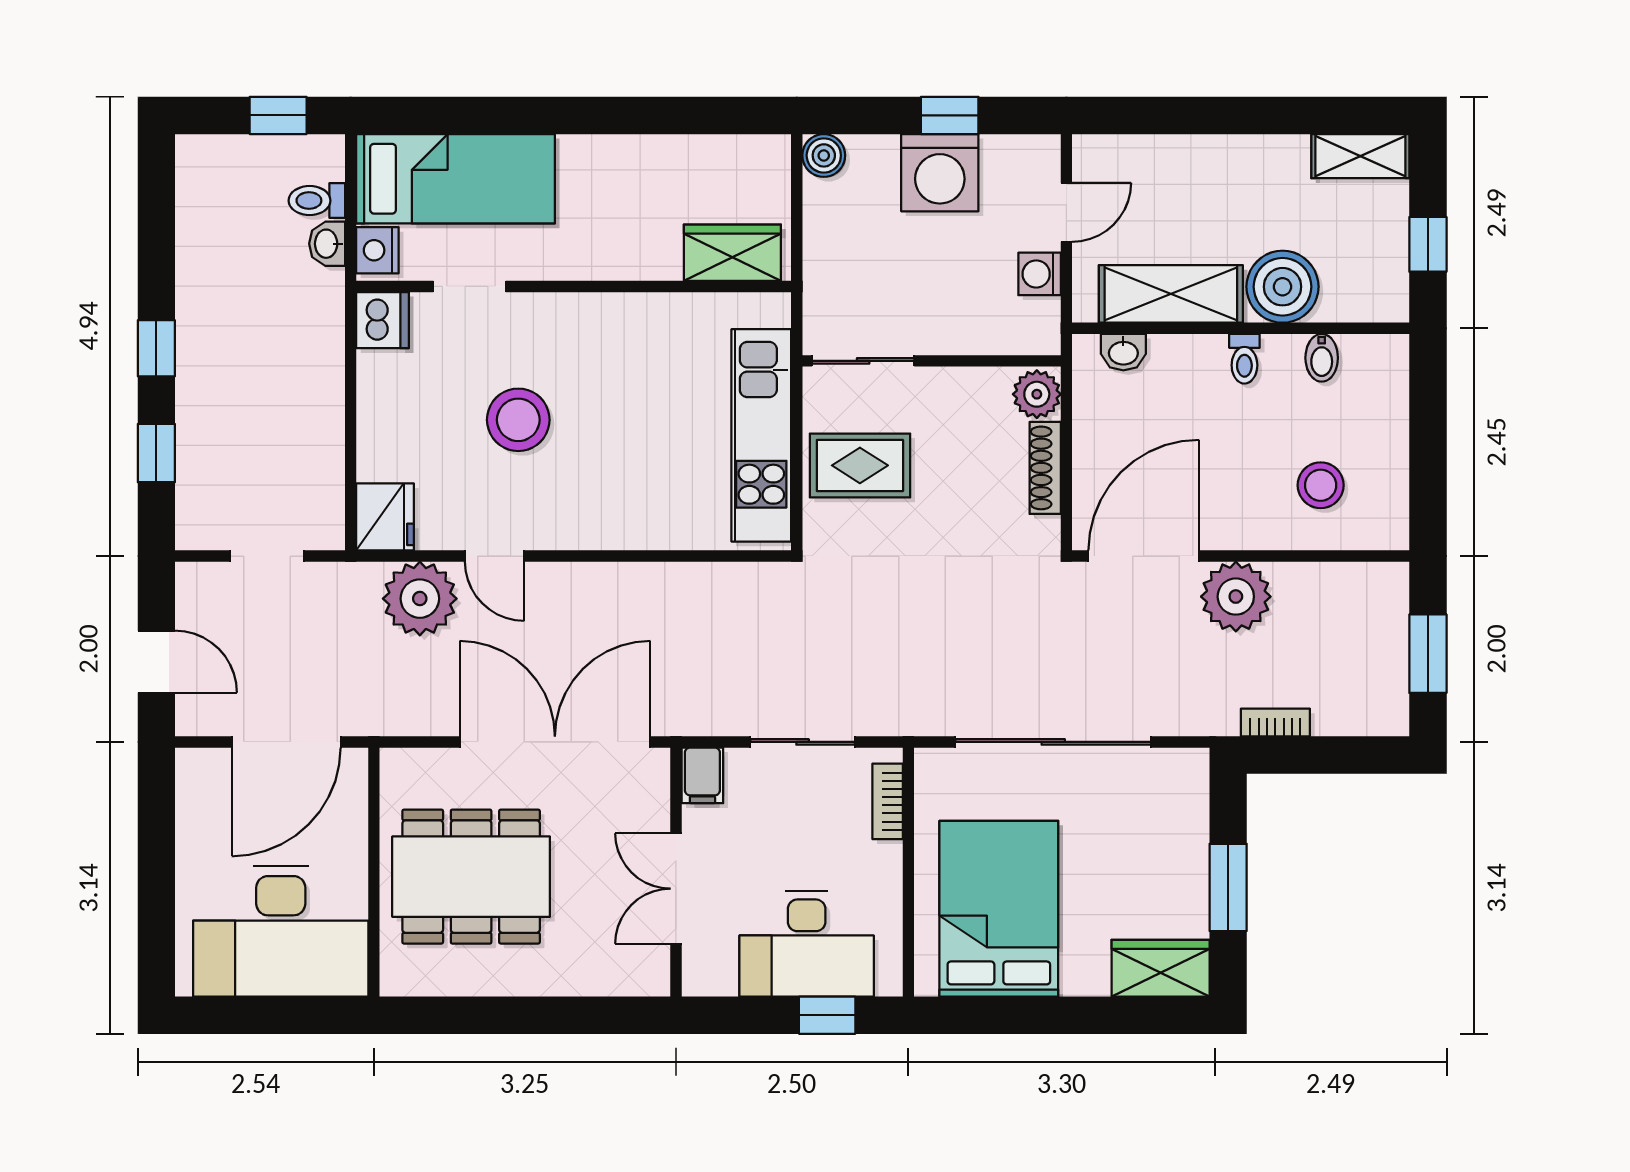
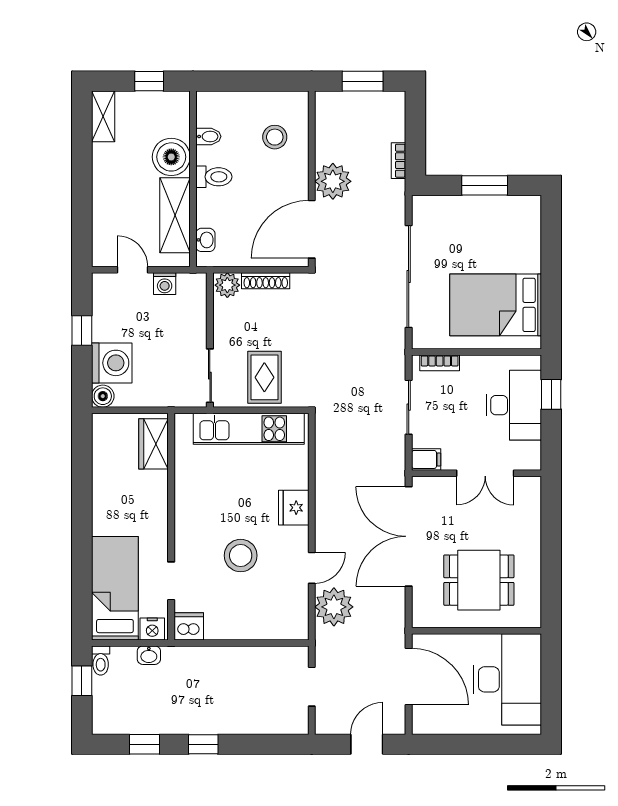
washing machine: (940, 173) -> (112, 363), moved
toilet: (317, 201) -> (101, 661), moved
toilet: (1244, 359) -> (214, 177), width x1.37, depth x1.39
window: (156, 453) -> (145, 744), moved
fridge: (385, 517) -> (294, 508), moved, turned -90
door: (1144, 556) -> (312, 229), hinge flipped
dining table: (471, 877) -> (479, 580), width x0.73
wardrobe: (1161, 968) -> (527, 221), removed

